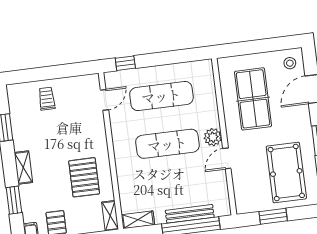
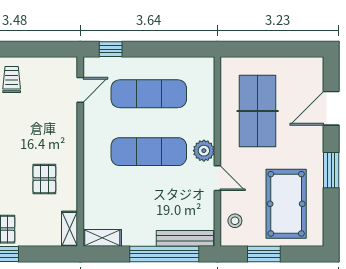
stool: (290, 63) -> (235, 221), moved
door: (227, 158) -> (217, 178), swing flipped
pallet: (84, 177) -> (44, 179), width x0.67, depth x0.71
bench: (190, 214) -> (185, 238), moved

